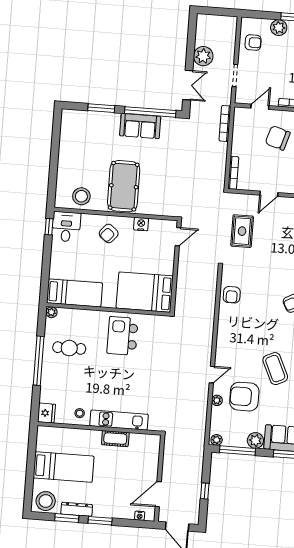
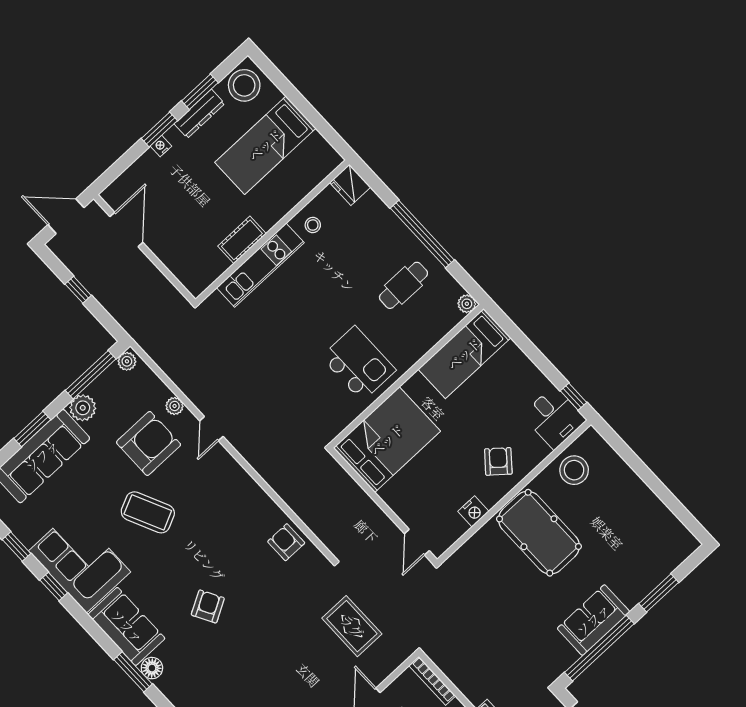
nightstand: (140, 516) -> (161, 146), moved

